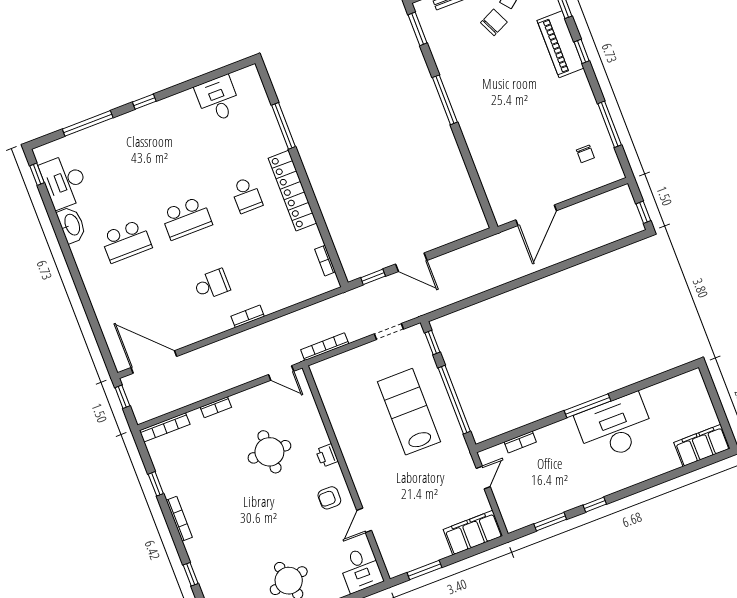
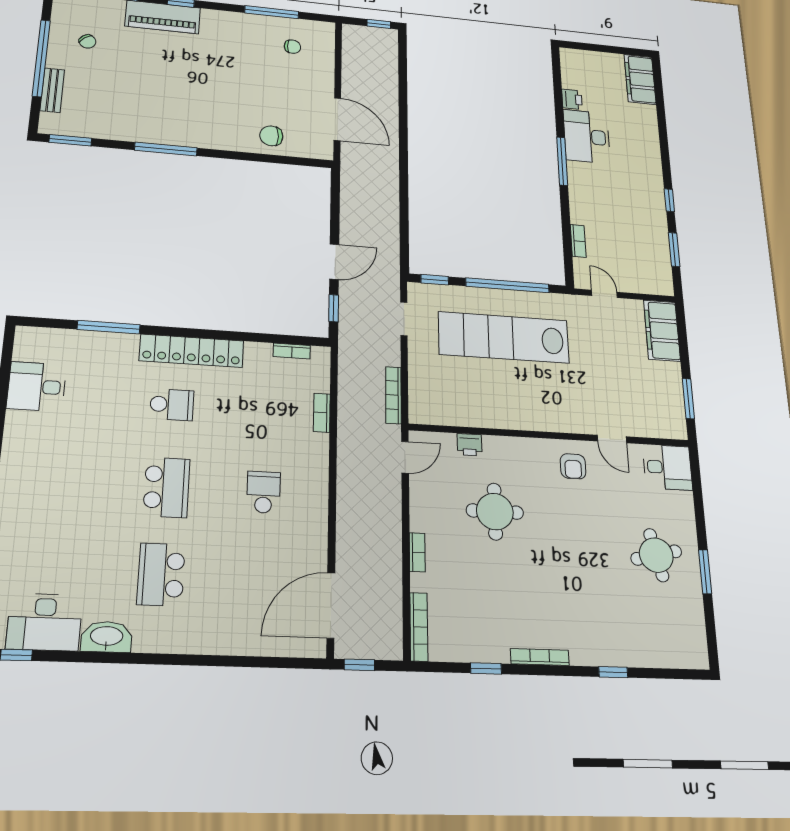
chair: (494, 22) -> (271, 136), moved, turned -65
school desk: (126, 241) -> (161, 574), turned 180
bookcase: (248, 316) -> (322, 413), moved
printer: (652, 395) -> (572, 99), added
lab bench: (409, 412) -> (504, 337), width x1.36
desk: (615, 427) -> (587, 137), width x0.73, depth x0.77
printer: (327, 455) -> (470, 445), moved

